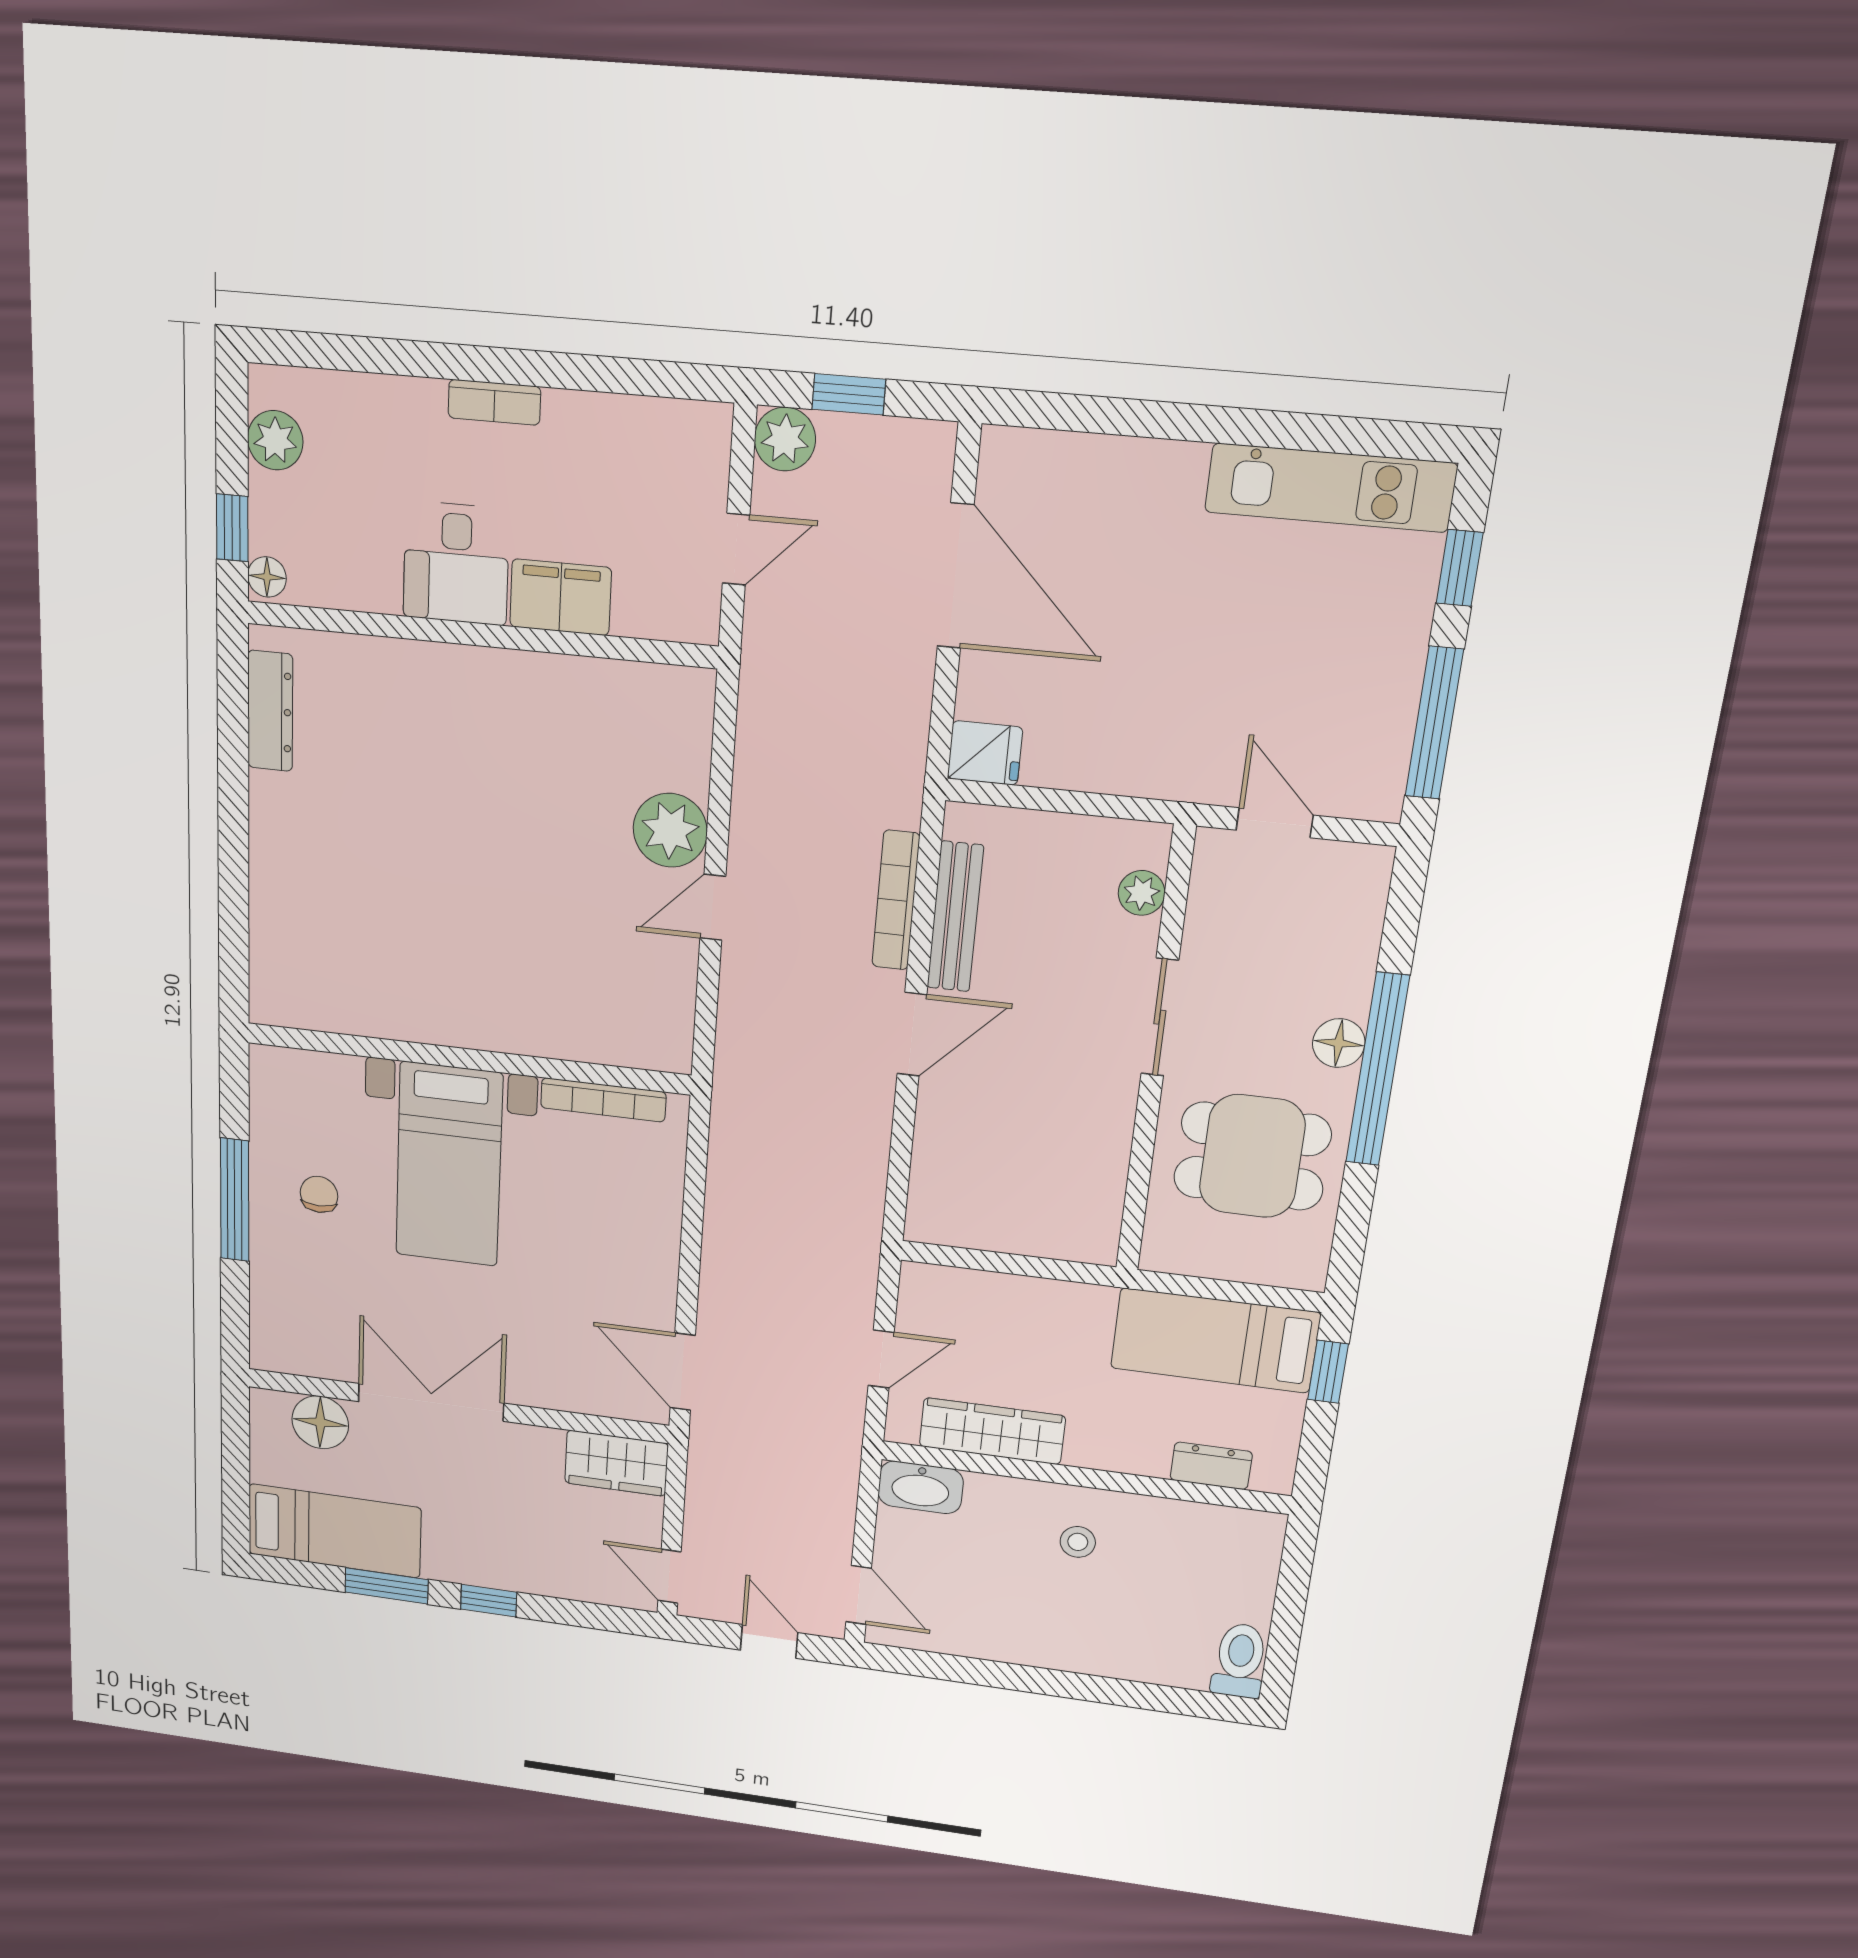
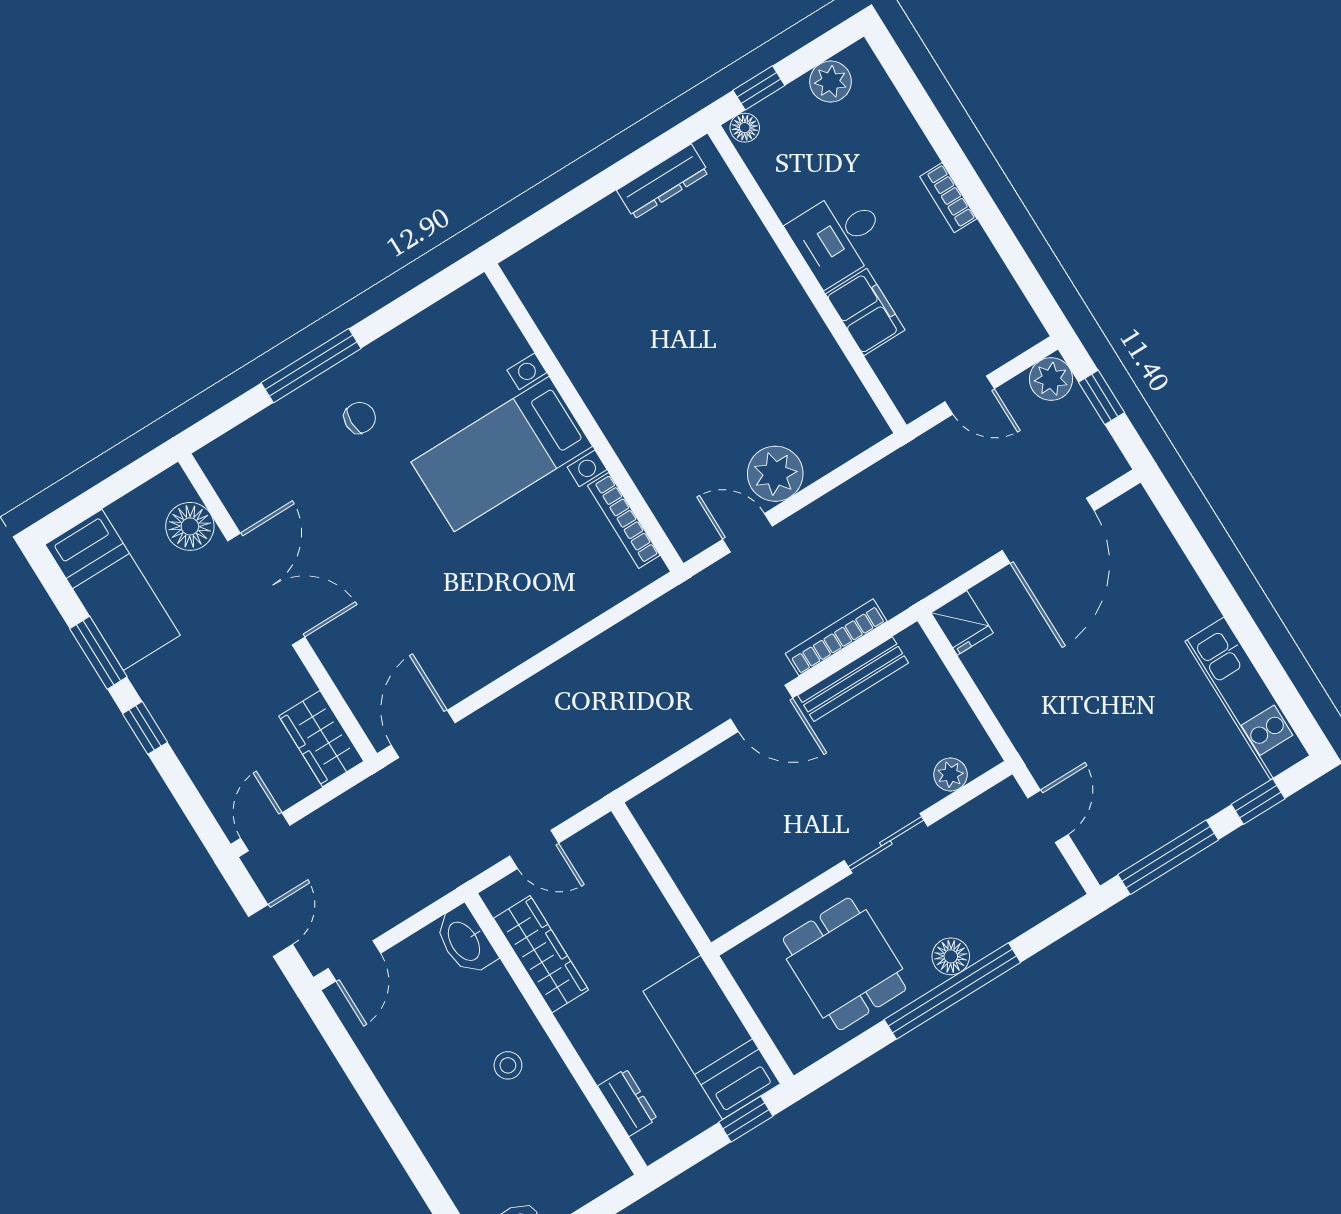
wall: (467, 1059) -> (584, 418), moved
bookcase: (603, 1100) -> (624, 520), moved
bed with nightstands: (449, 1165) -> (502, 454), moved

